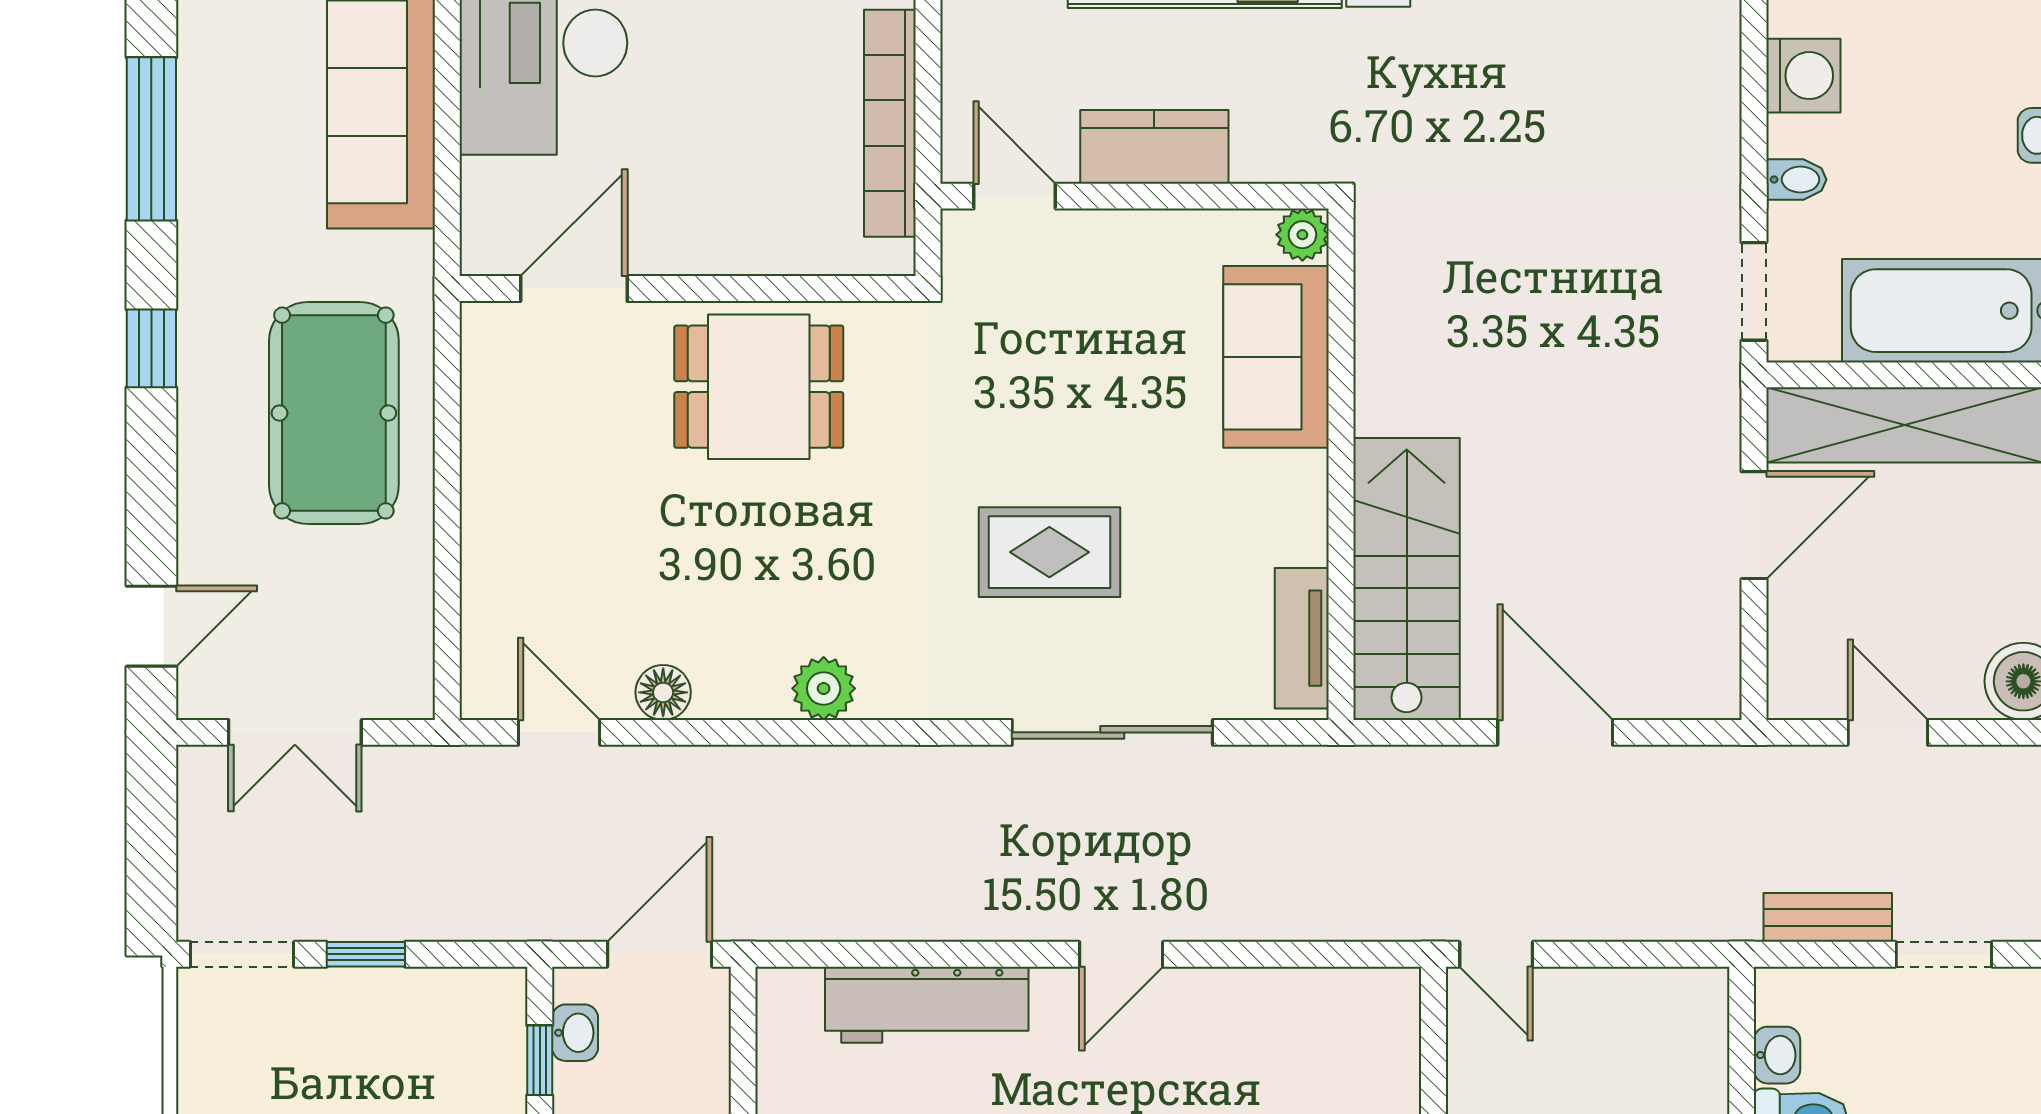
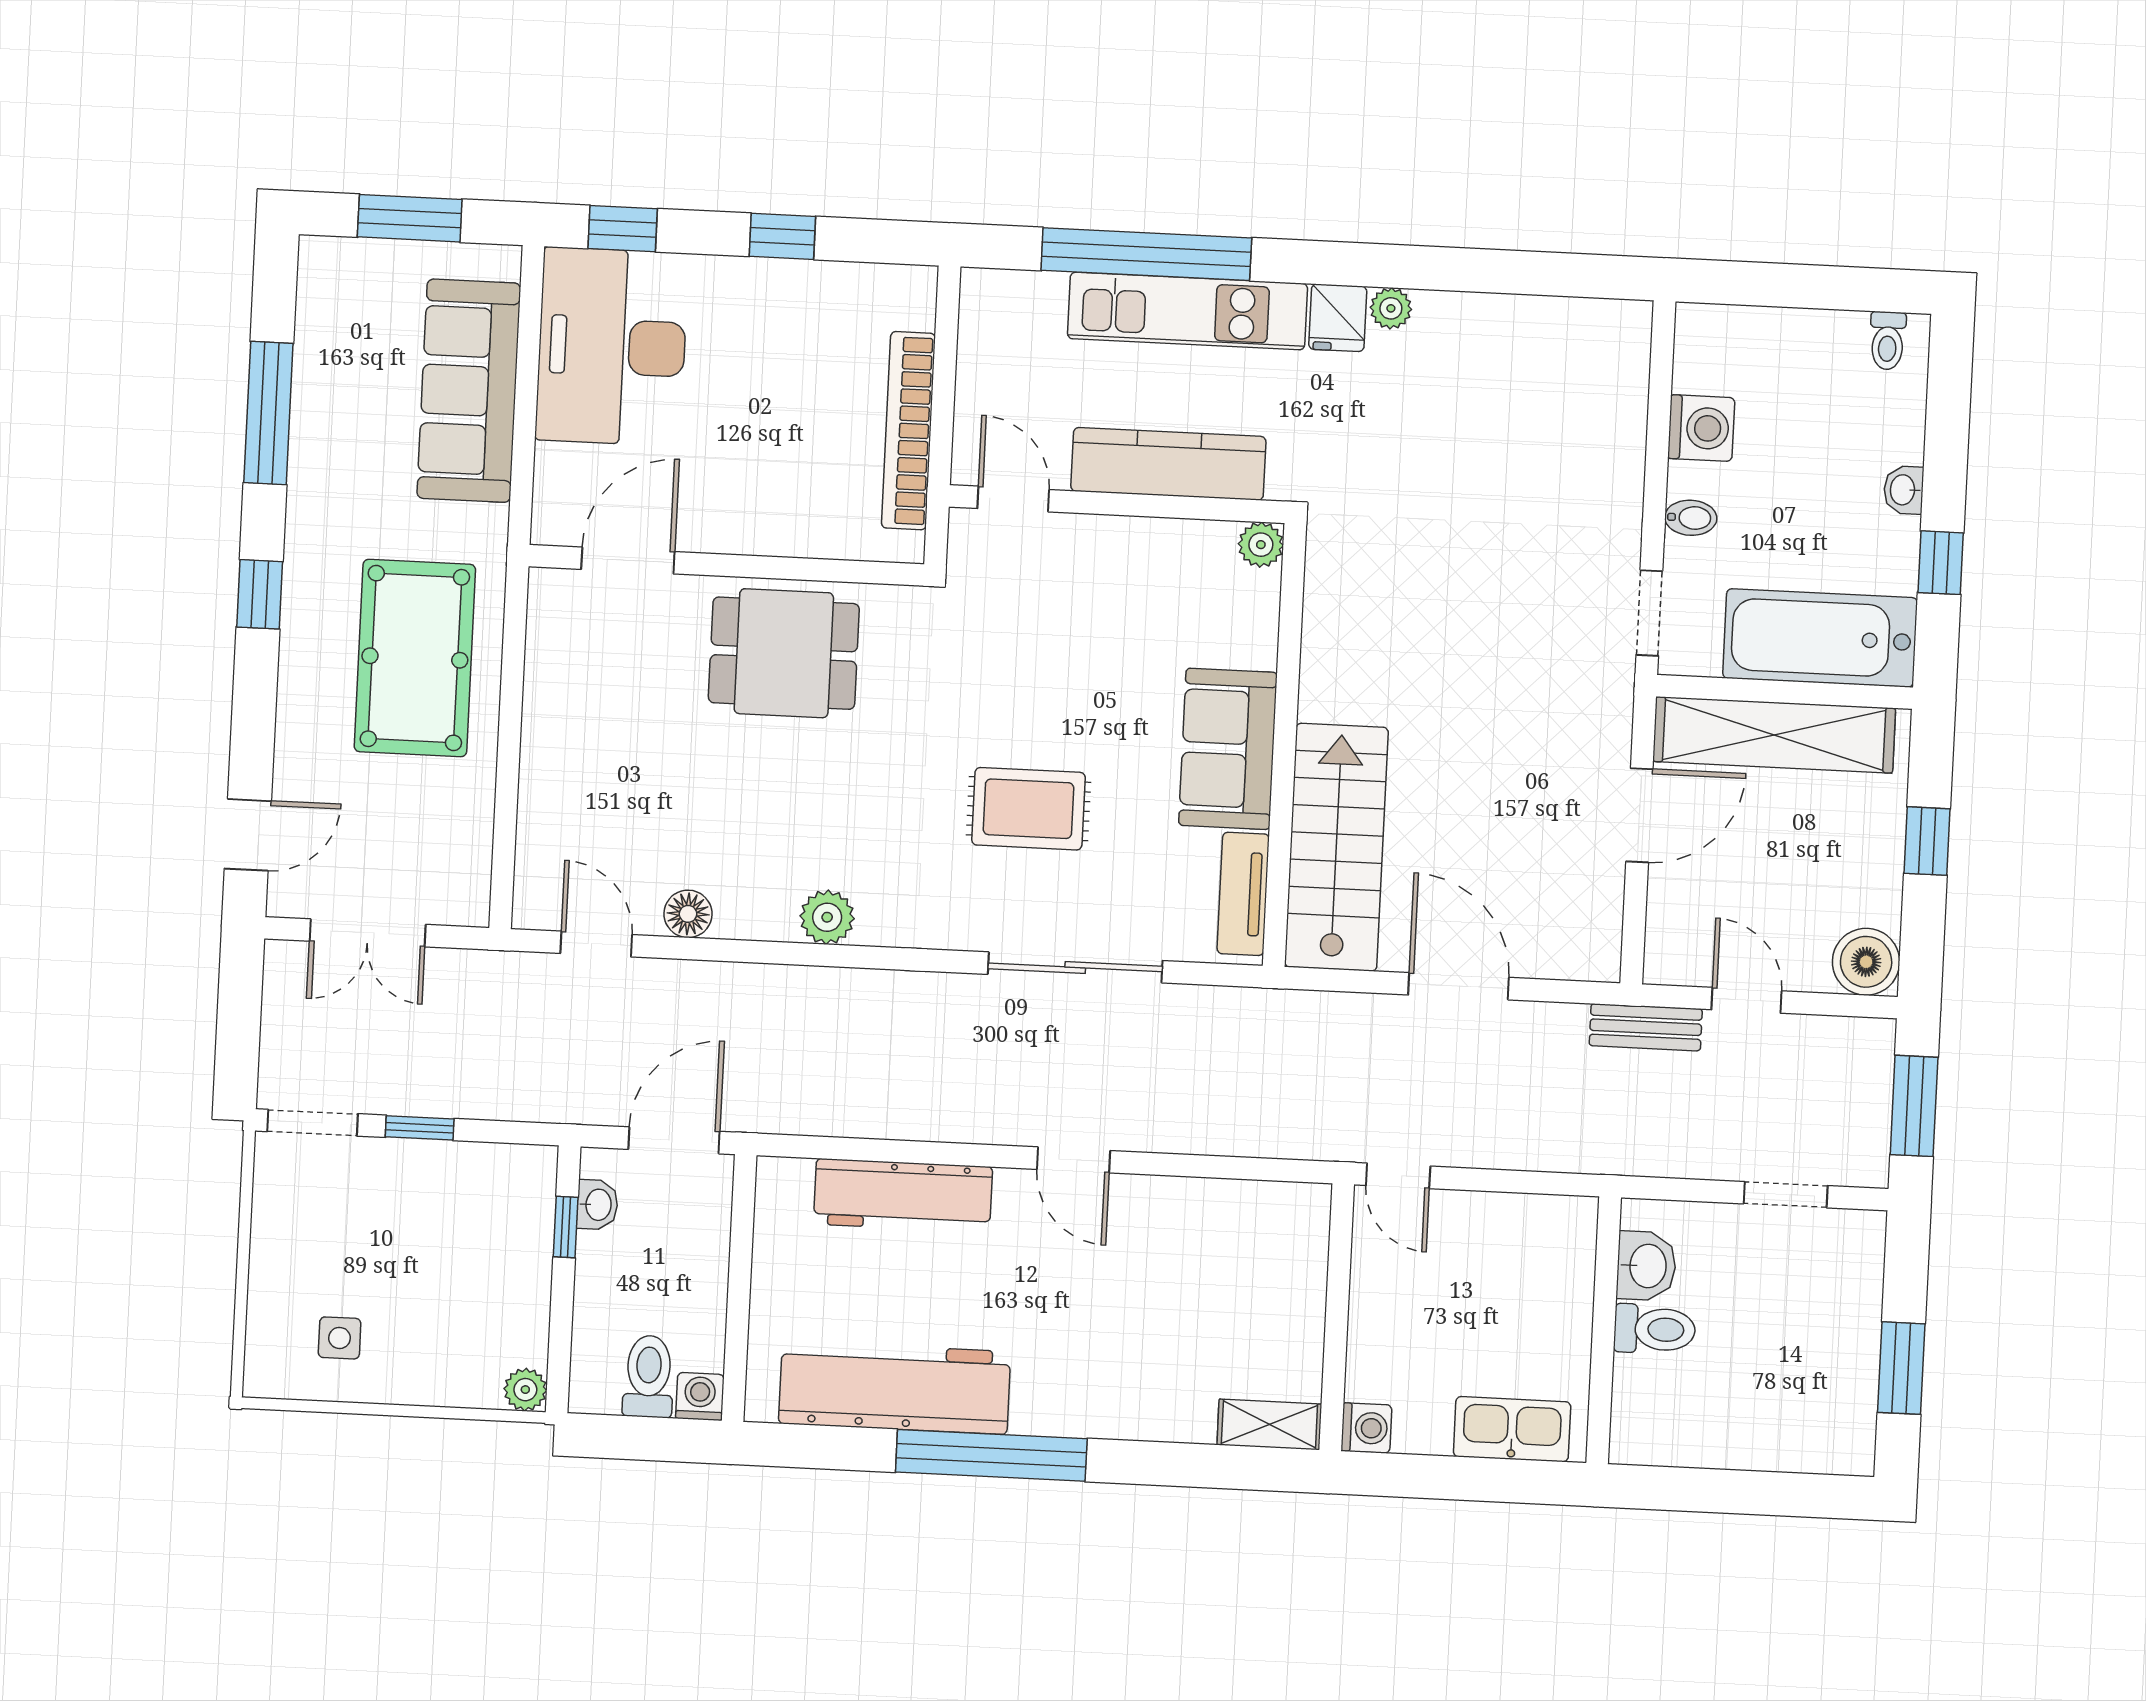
kitchen counter: (1154, 147) -> (1168, 464), width x1.50
sofa: (1276, 357) -> (1228, 749), moved
bench: (1828, 917) -> (1646, 1027), moved
door: (1121, 954) -> (1073, 1160), hinge flipped
washbasin: (1777, 1055) -> (1646, 1266), width x1.38, depth x1.45

